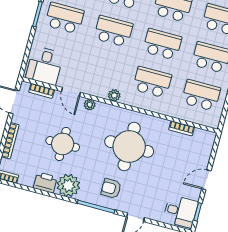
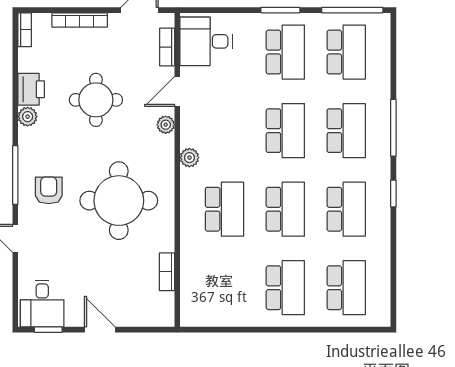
school desk: (201, 95) -> (224, 288), removed
plant: (68, 185) -> (28, 117), width x0.53, depth x0.53

